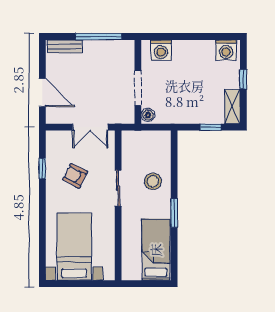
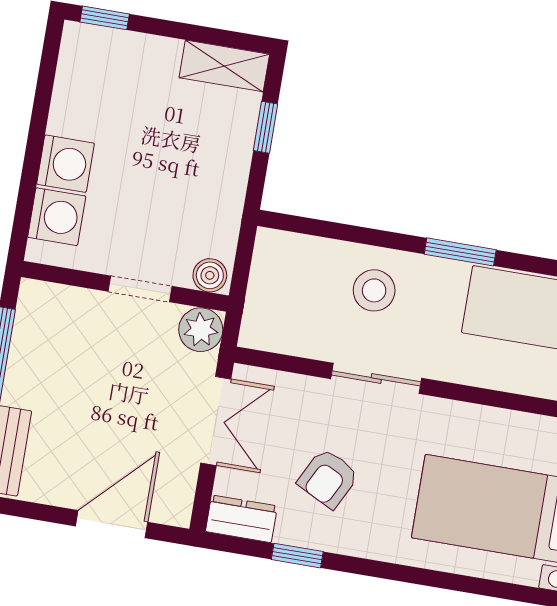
washing machine: (226, 50) -> (65, 164), moved
window: (243, 79) -> (105, 18), moved
doorway: (138, 88) -> (140, 289), width x0.73
plant: (126, 115) -> (201, 330), added
dresser: (53, 144) -> (241, 519), added

